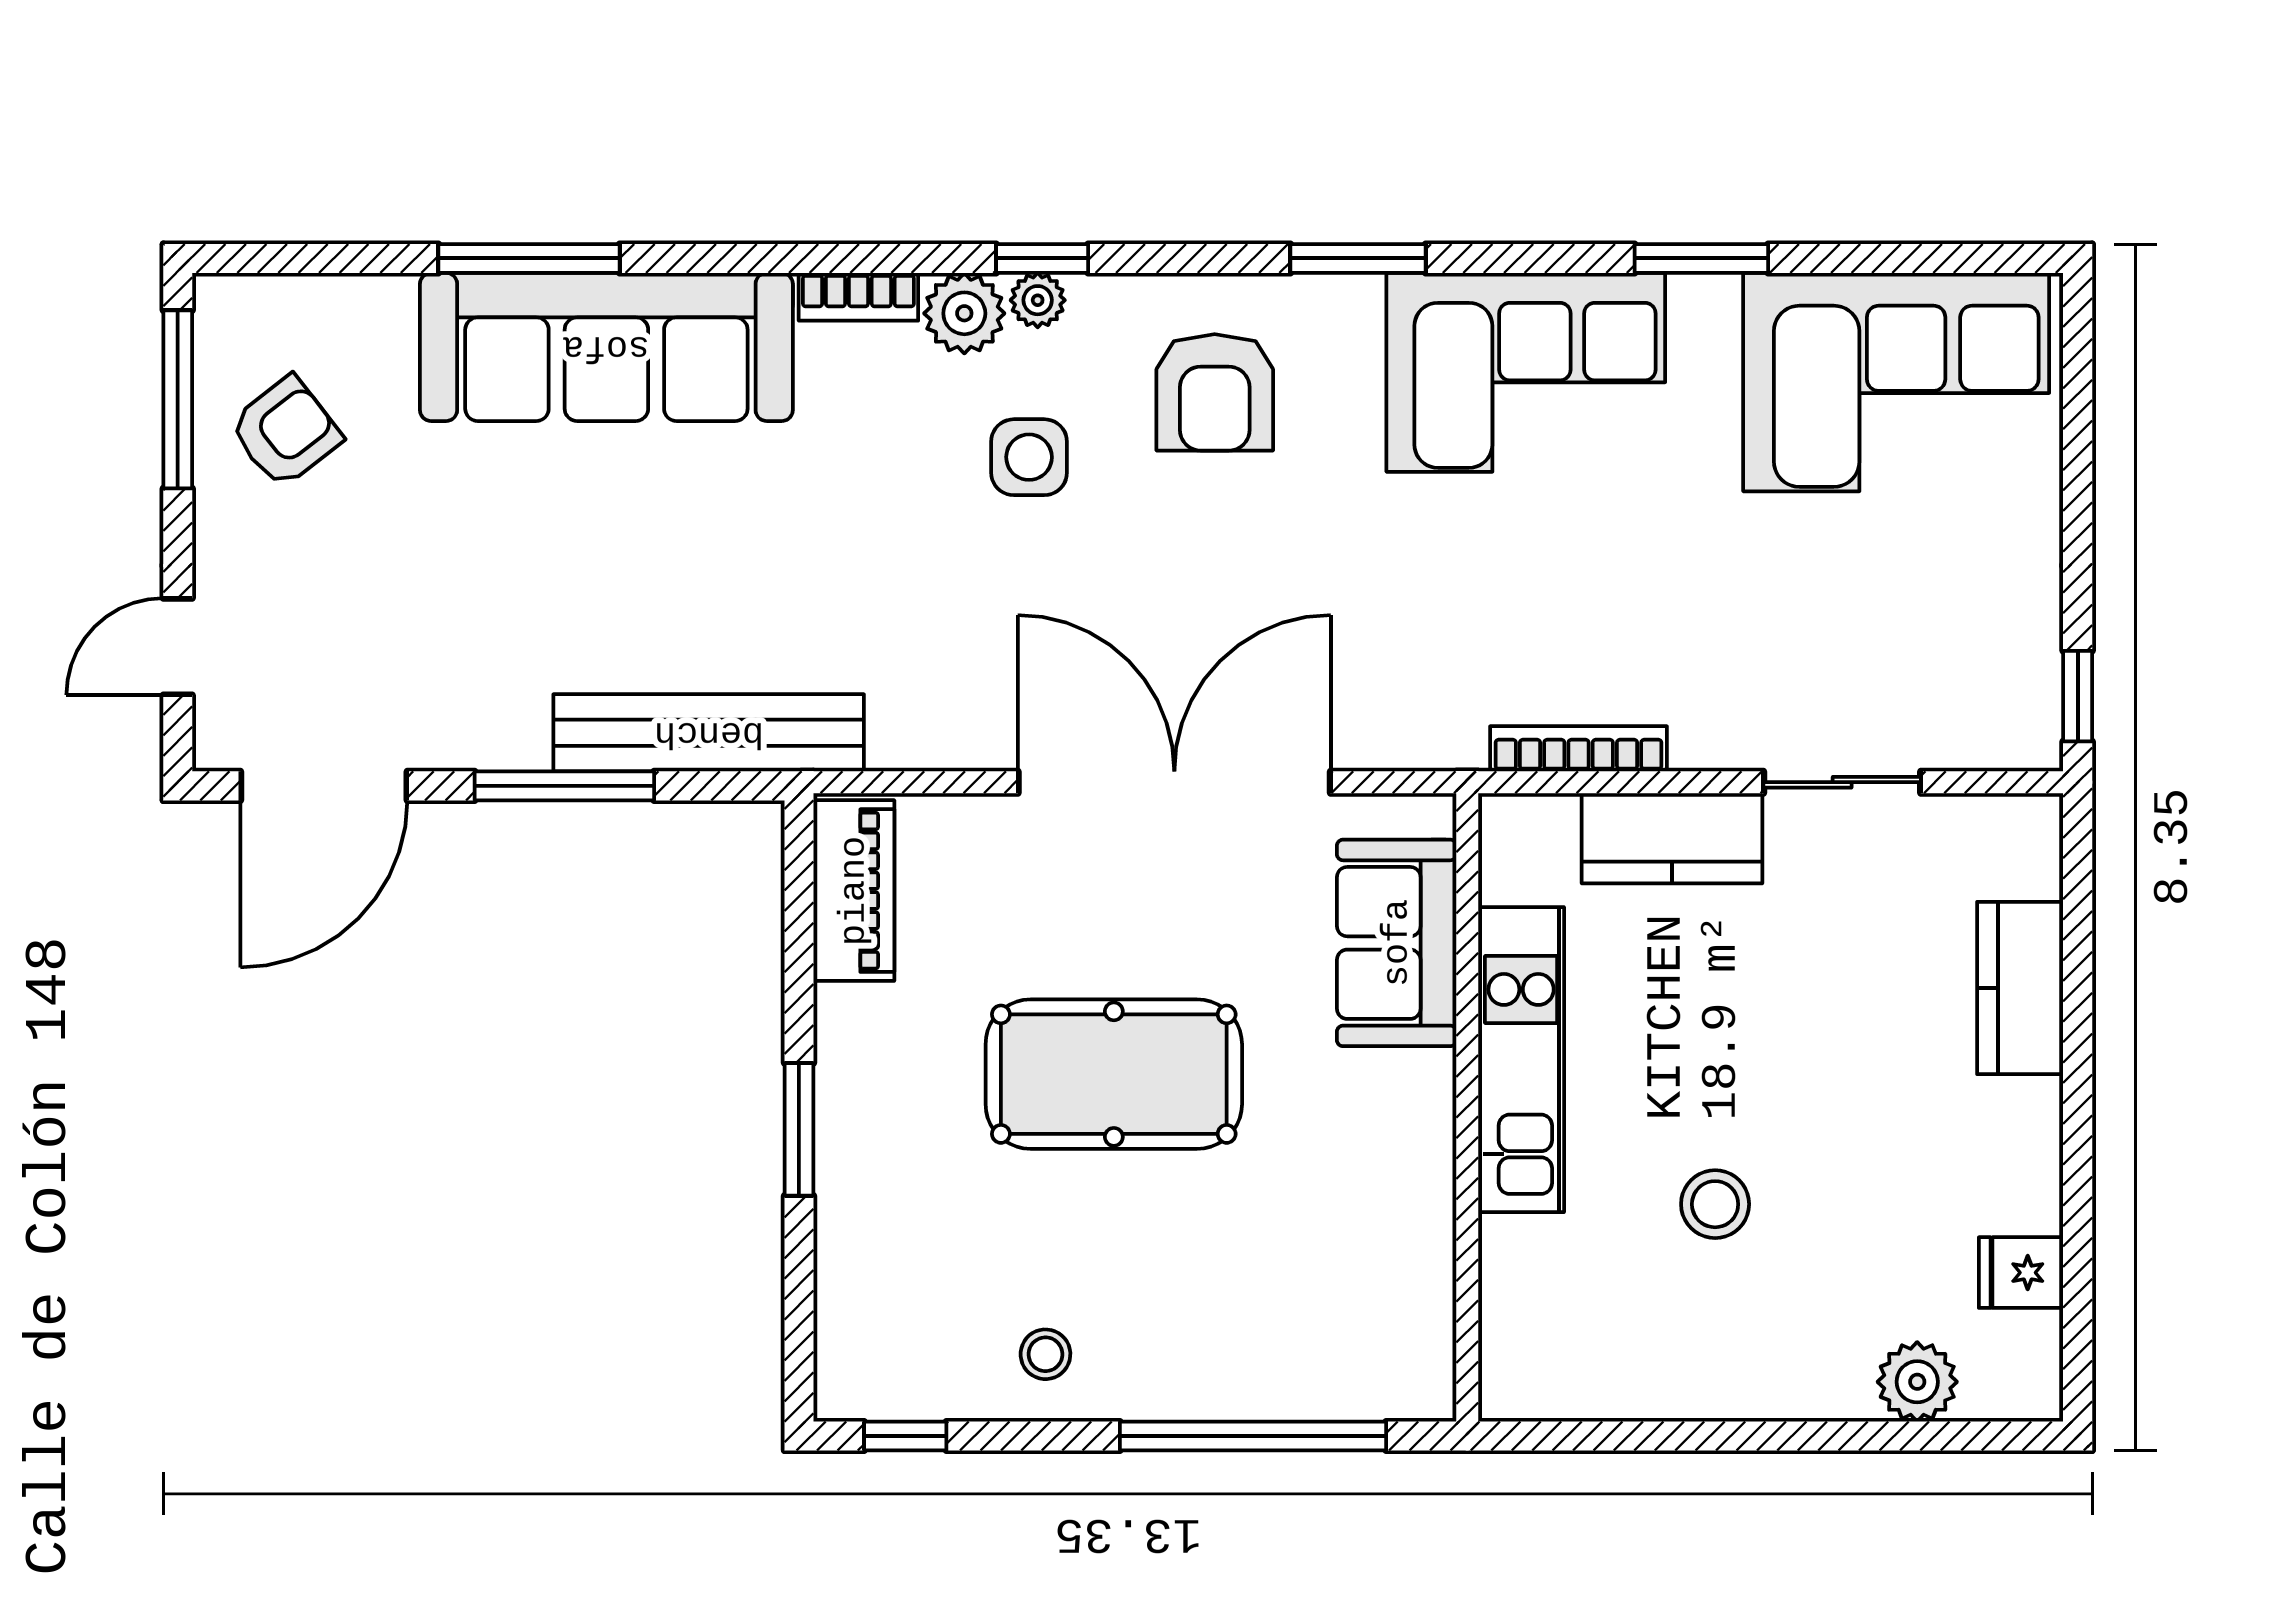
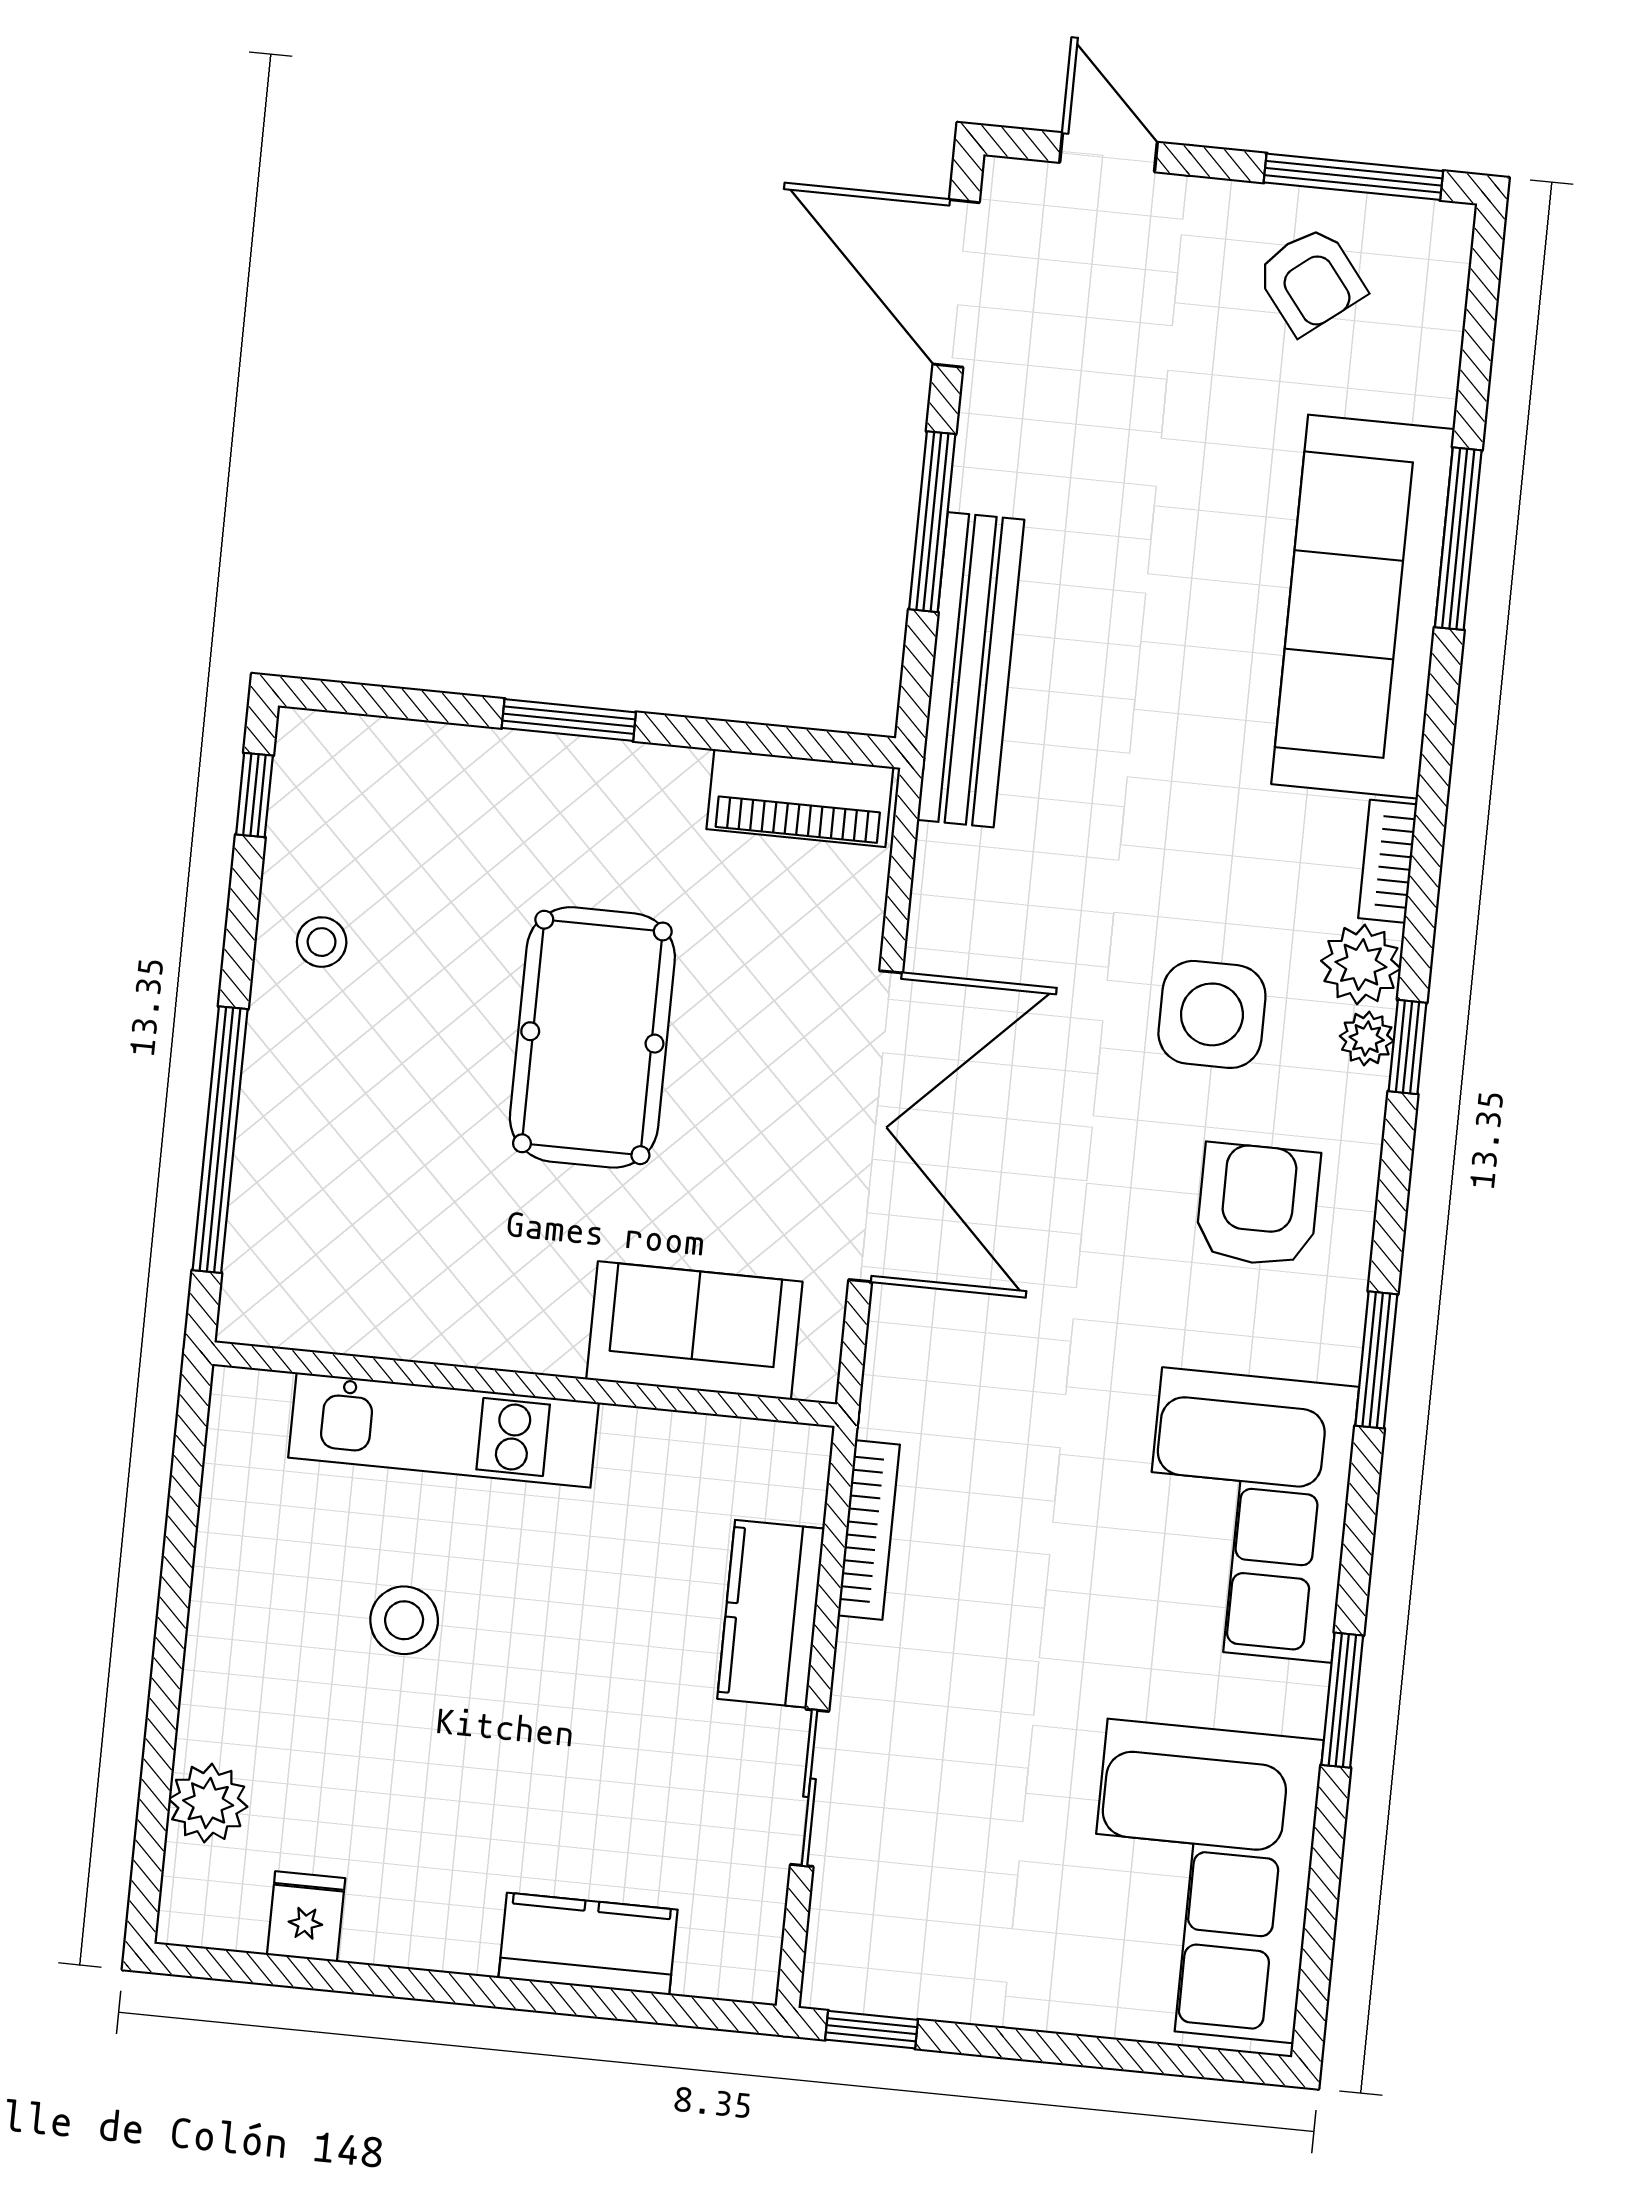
armchair: (1215, 392) -> (1258, 1205), turned 90
side table: (1029, 457) -> (1212, 1014), width x1.37, depth x1.37
kitchen unit: (1521, 1060) -> (444, 1430), moved

